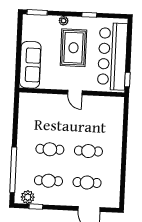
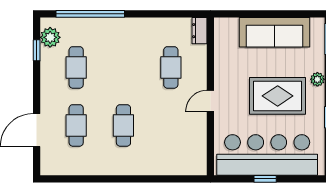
sofa: (30, 65) -> (274, 32), moved
window: (127, 80) -> (265, 179), moved
dresser: (28, 98) -> (199, 31), added
cafe table: (50, 149) -> (171, 67), moved

